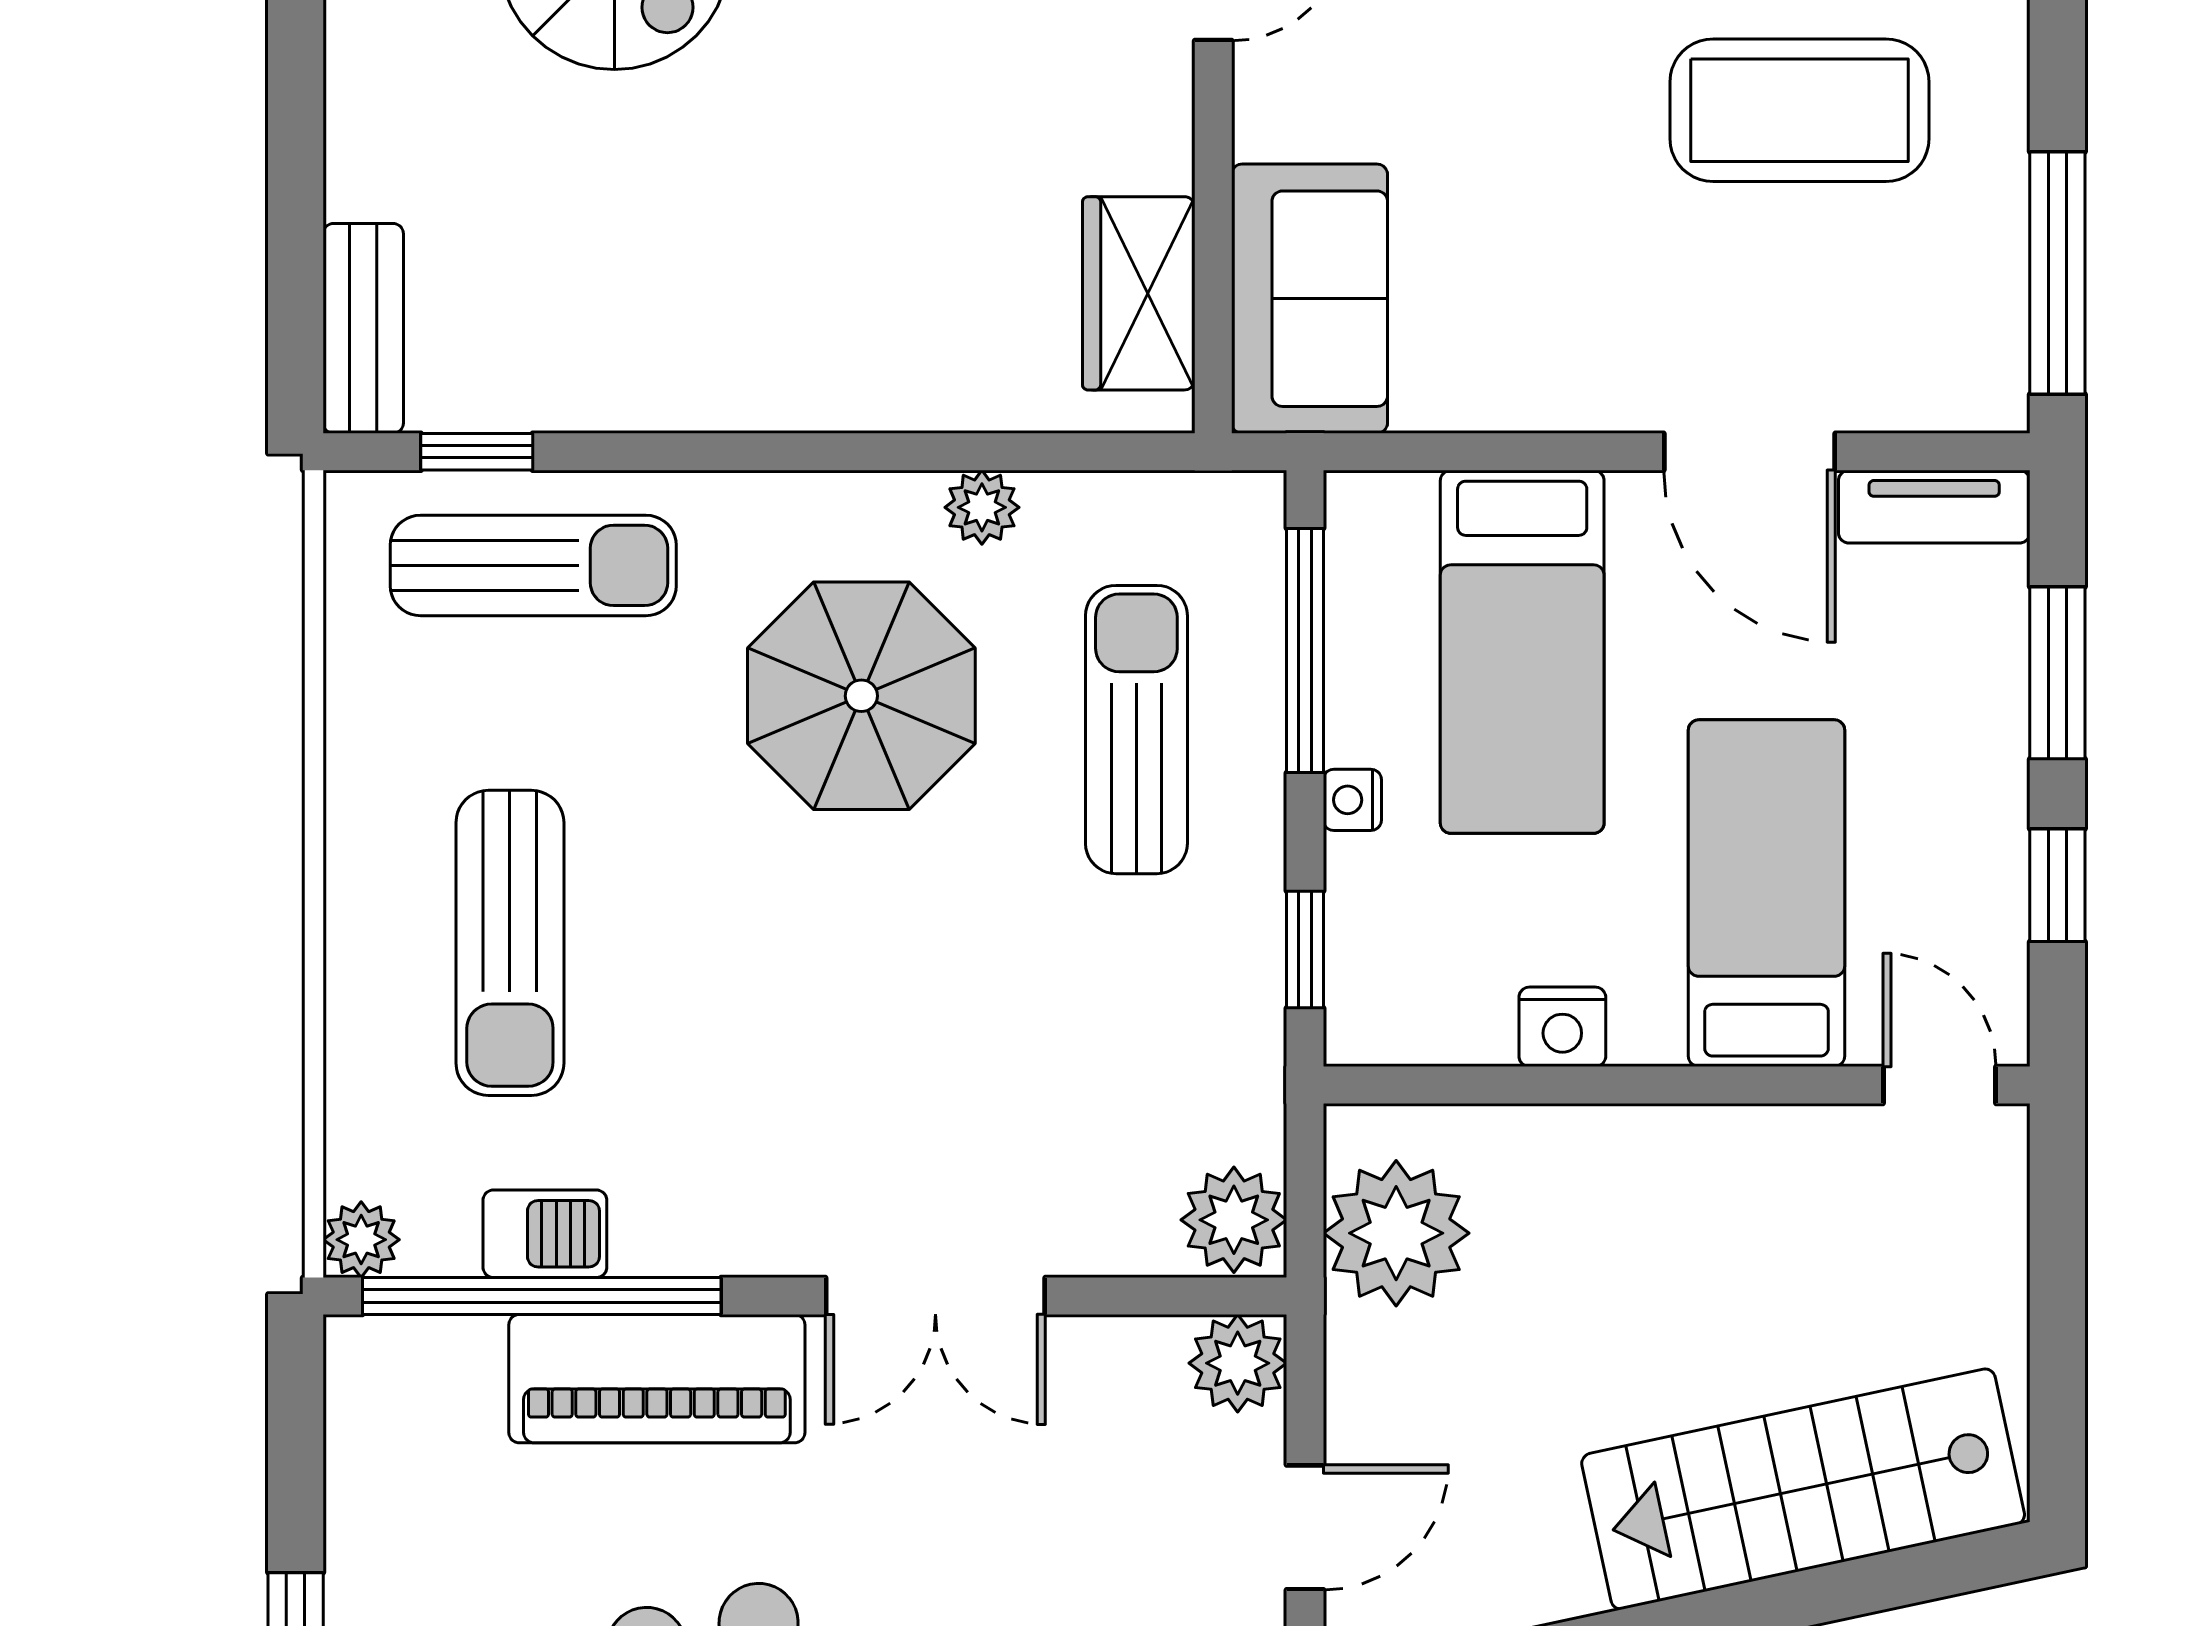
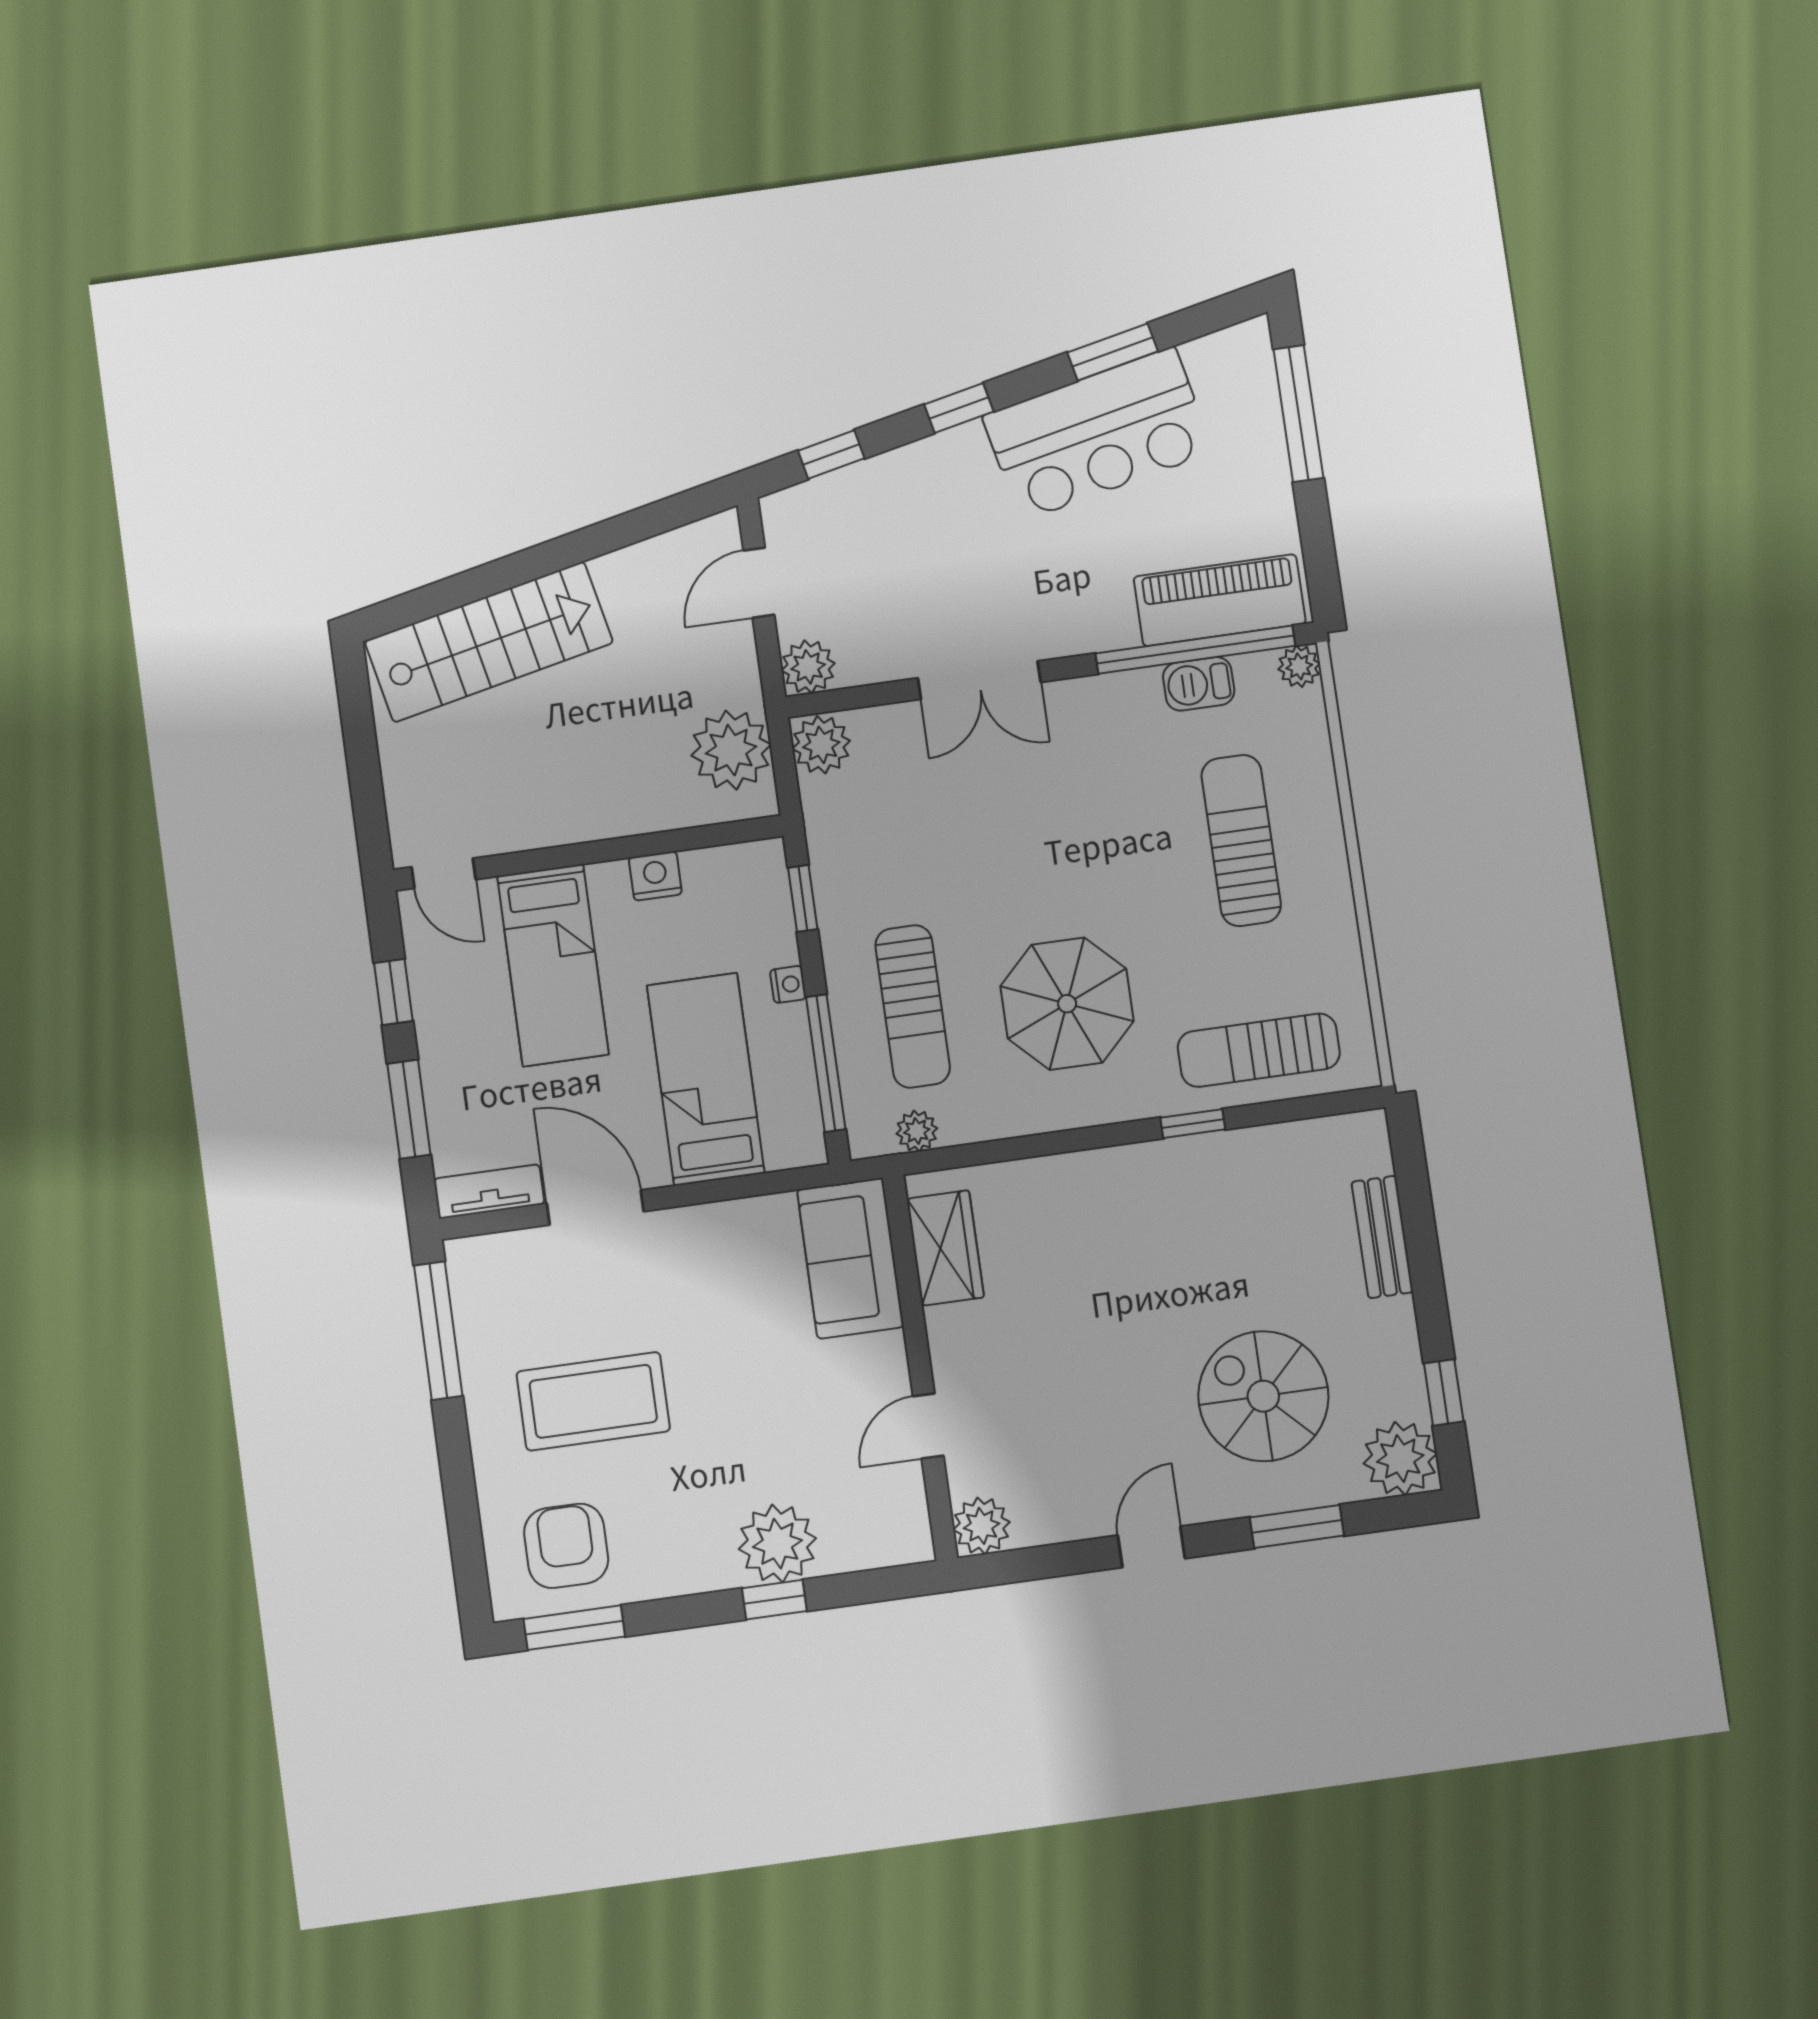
bench: (363, 328) -> (1382, 1237), moved
window: (477, 452) -> (1193, 1124), moved
plant: (982, 507) -> (917, 1131), moved
double door: (935, 1296) -> (979, 680), swing flipped
piano: (657, 1379) -> (1220, 600), moved

